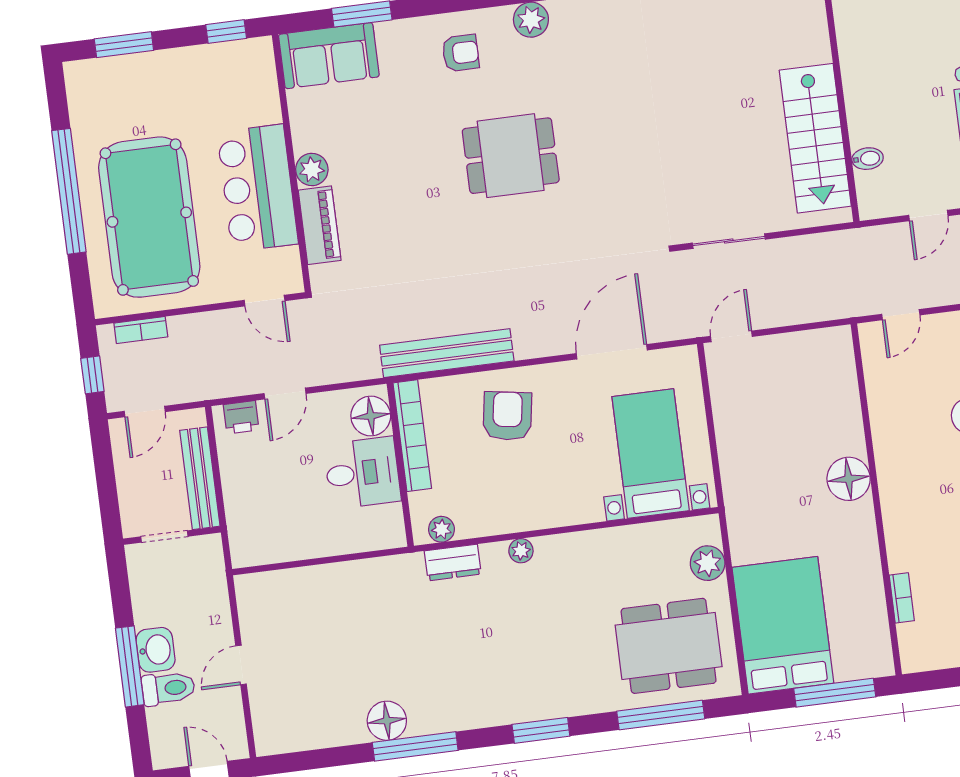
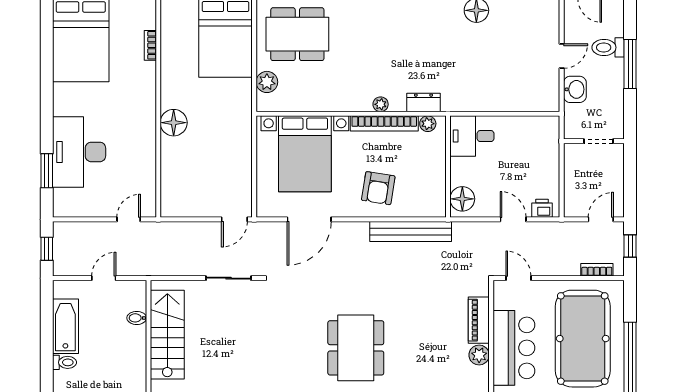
dining table: (511, 156) -> (356, 348), width x1.38
door: (285, 394) -> (513, 219), hinge flipped
bookcase: (412, 436) -> (384, 123), moved, turned -90
bed with nightstands: (651, 454) -> (305, 154), width x1.36
desk: (362, 473) -> (472, 136), moved
bench: (200, 478) -> (572, 174), removed
washbasin: (156, 650) -> (575, 89), moved, turned 180

